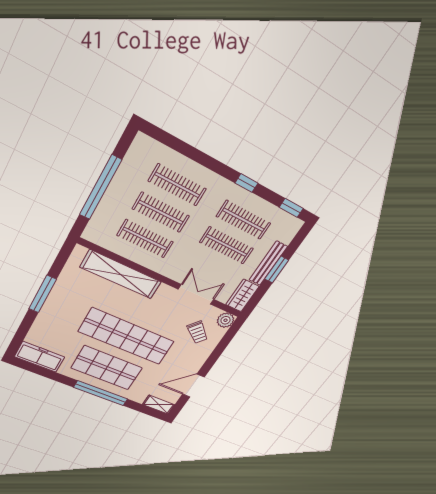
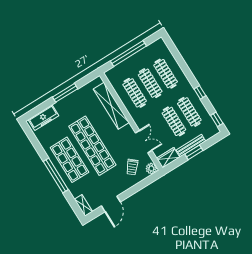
freezer: (40, 357) -> (43, 118), moved, turned 90
door: (193, 386) -> (111, 204), swing flipped

